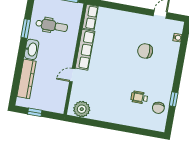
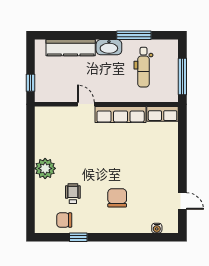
window: (26, 29) -> (134, 35), width x1.44
chair: (145, 51) -> (117, 198), moved
plant: (82, 109) -> (45, 168), moved
window: (35, 112) -> (31, 83), moved

